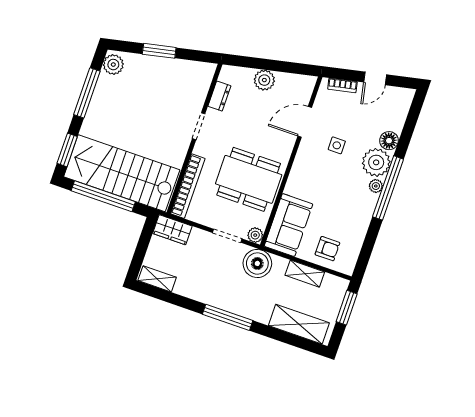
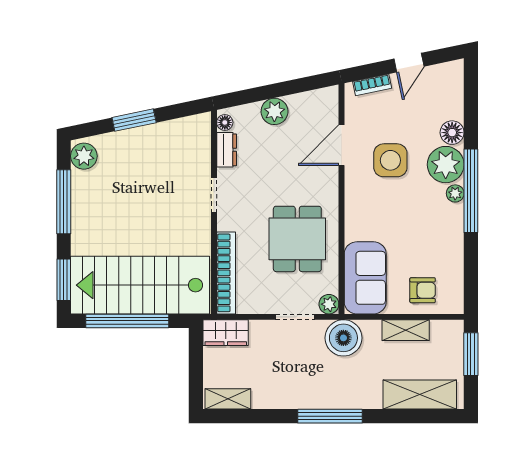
floor lamp: (225, 76) -> (225, 122), added
side table: (337, 145) -> (390, 160), width x1.87, depth x1.87
dining table: (249, 179) -> (297, 239), width x0.73

